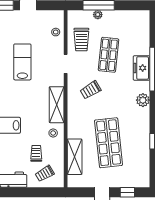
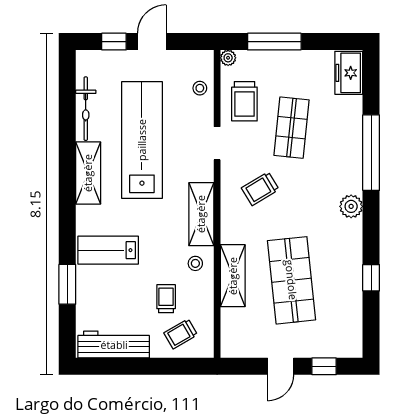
plant: (98, 15) -> (228, 58), moved
lab bench: (22, 62) -> (142, 140), width x1.86, depth x1.39
freezer: (141, 68) -> (349, 73), moved
shelving: (75, 157) -> (233, 276), moved

